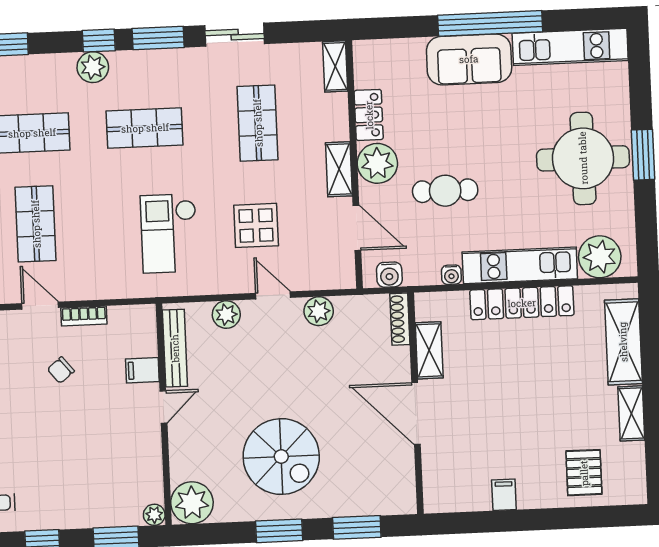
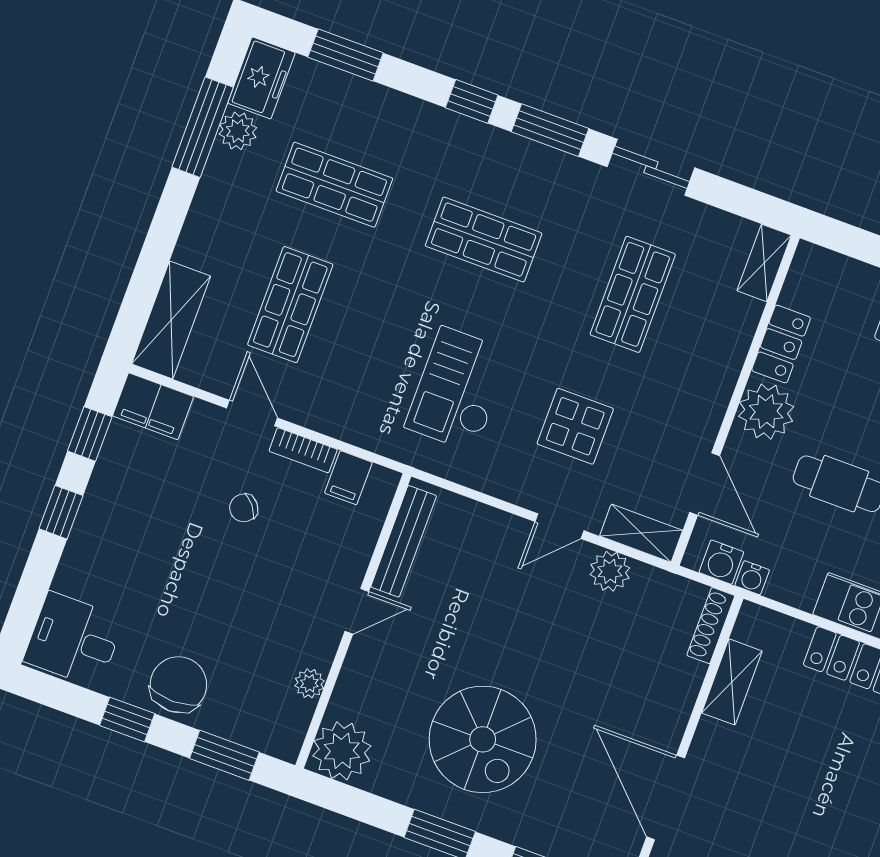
plant: (93, 67) -> (449, 133), removed
shelving: (339, 169) -> (641, 533), moved, turned 90
water cooler: (451, 275) -> (752, 578), moved
door: (273, 295) -> (559, 526), swing flipped
plant: (226, 315) -> (488, 526), removed
filing cabinet: (142, 370) -> (348, 478), moved, turned -90
door: (416, 414) -> (666, 797), moved
chair: (66, 504) -> (178, 685), added
plant: (154, 515) -> (309, 683), moved

